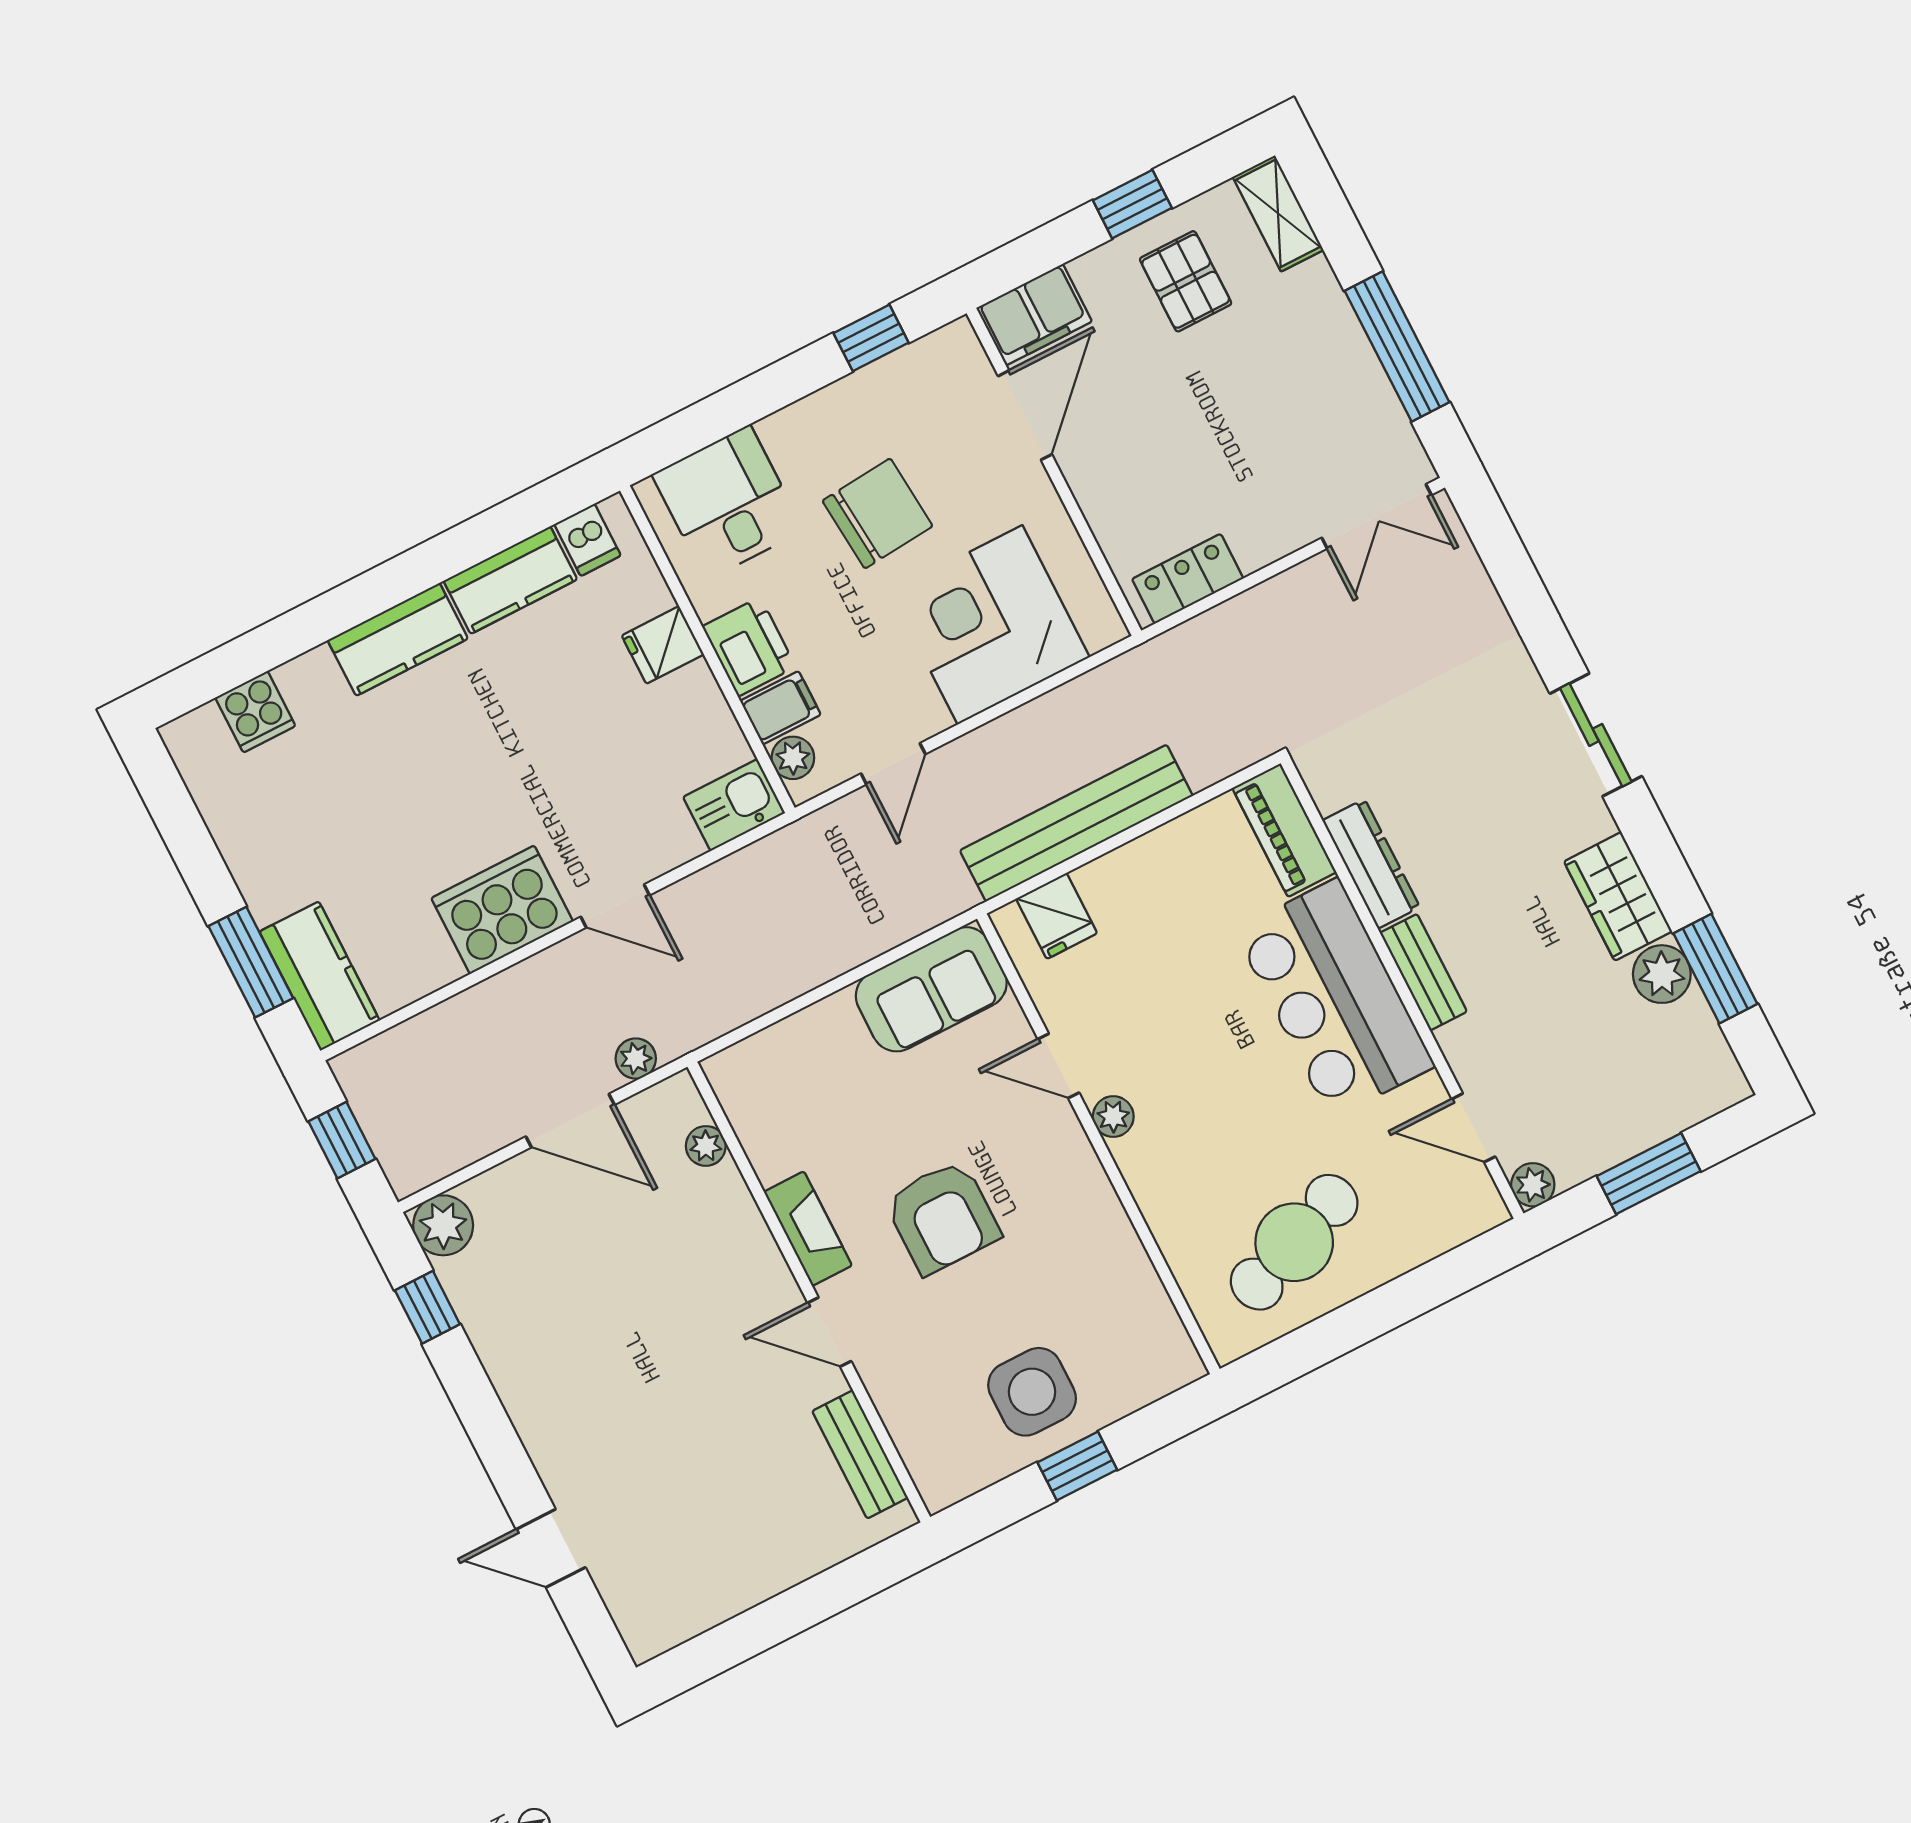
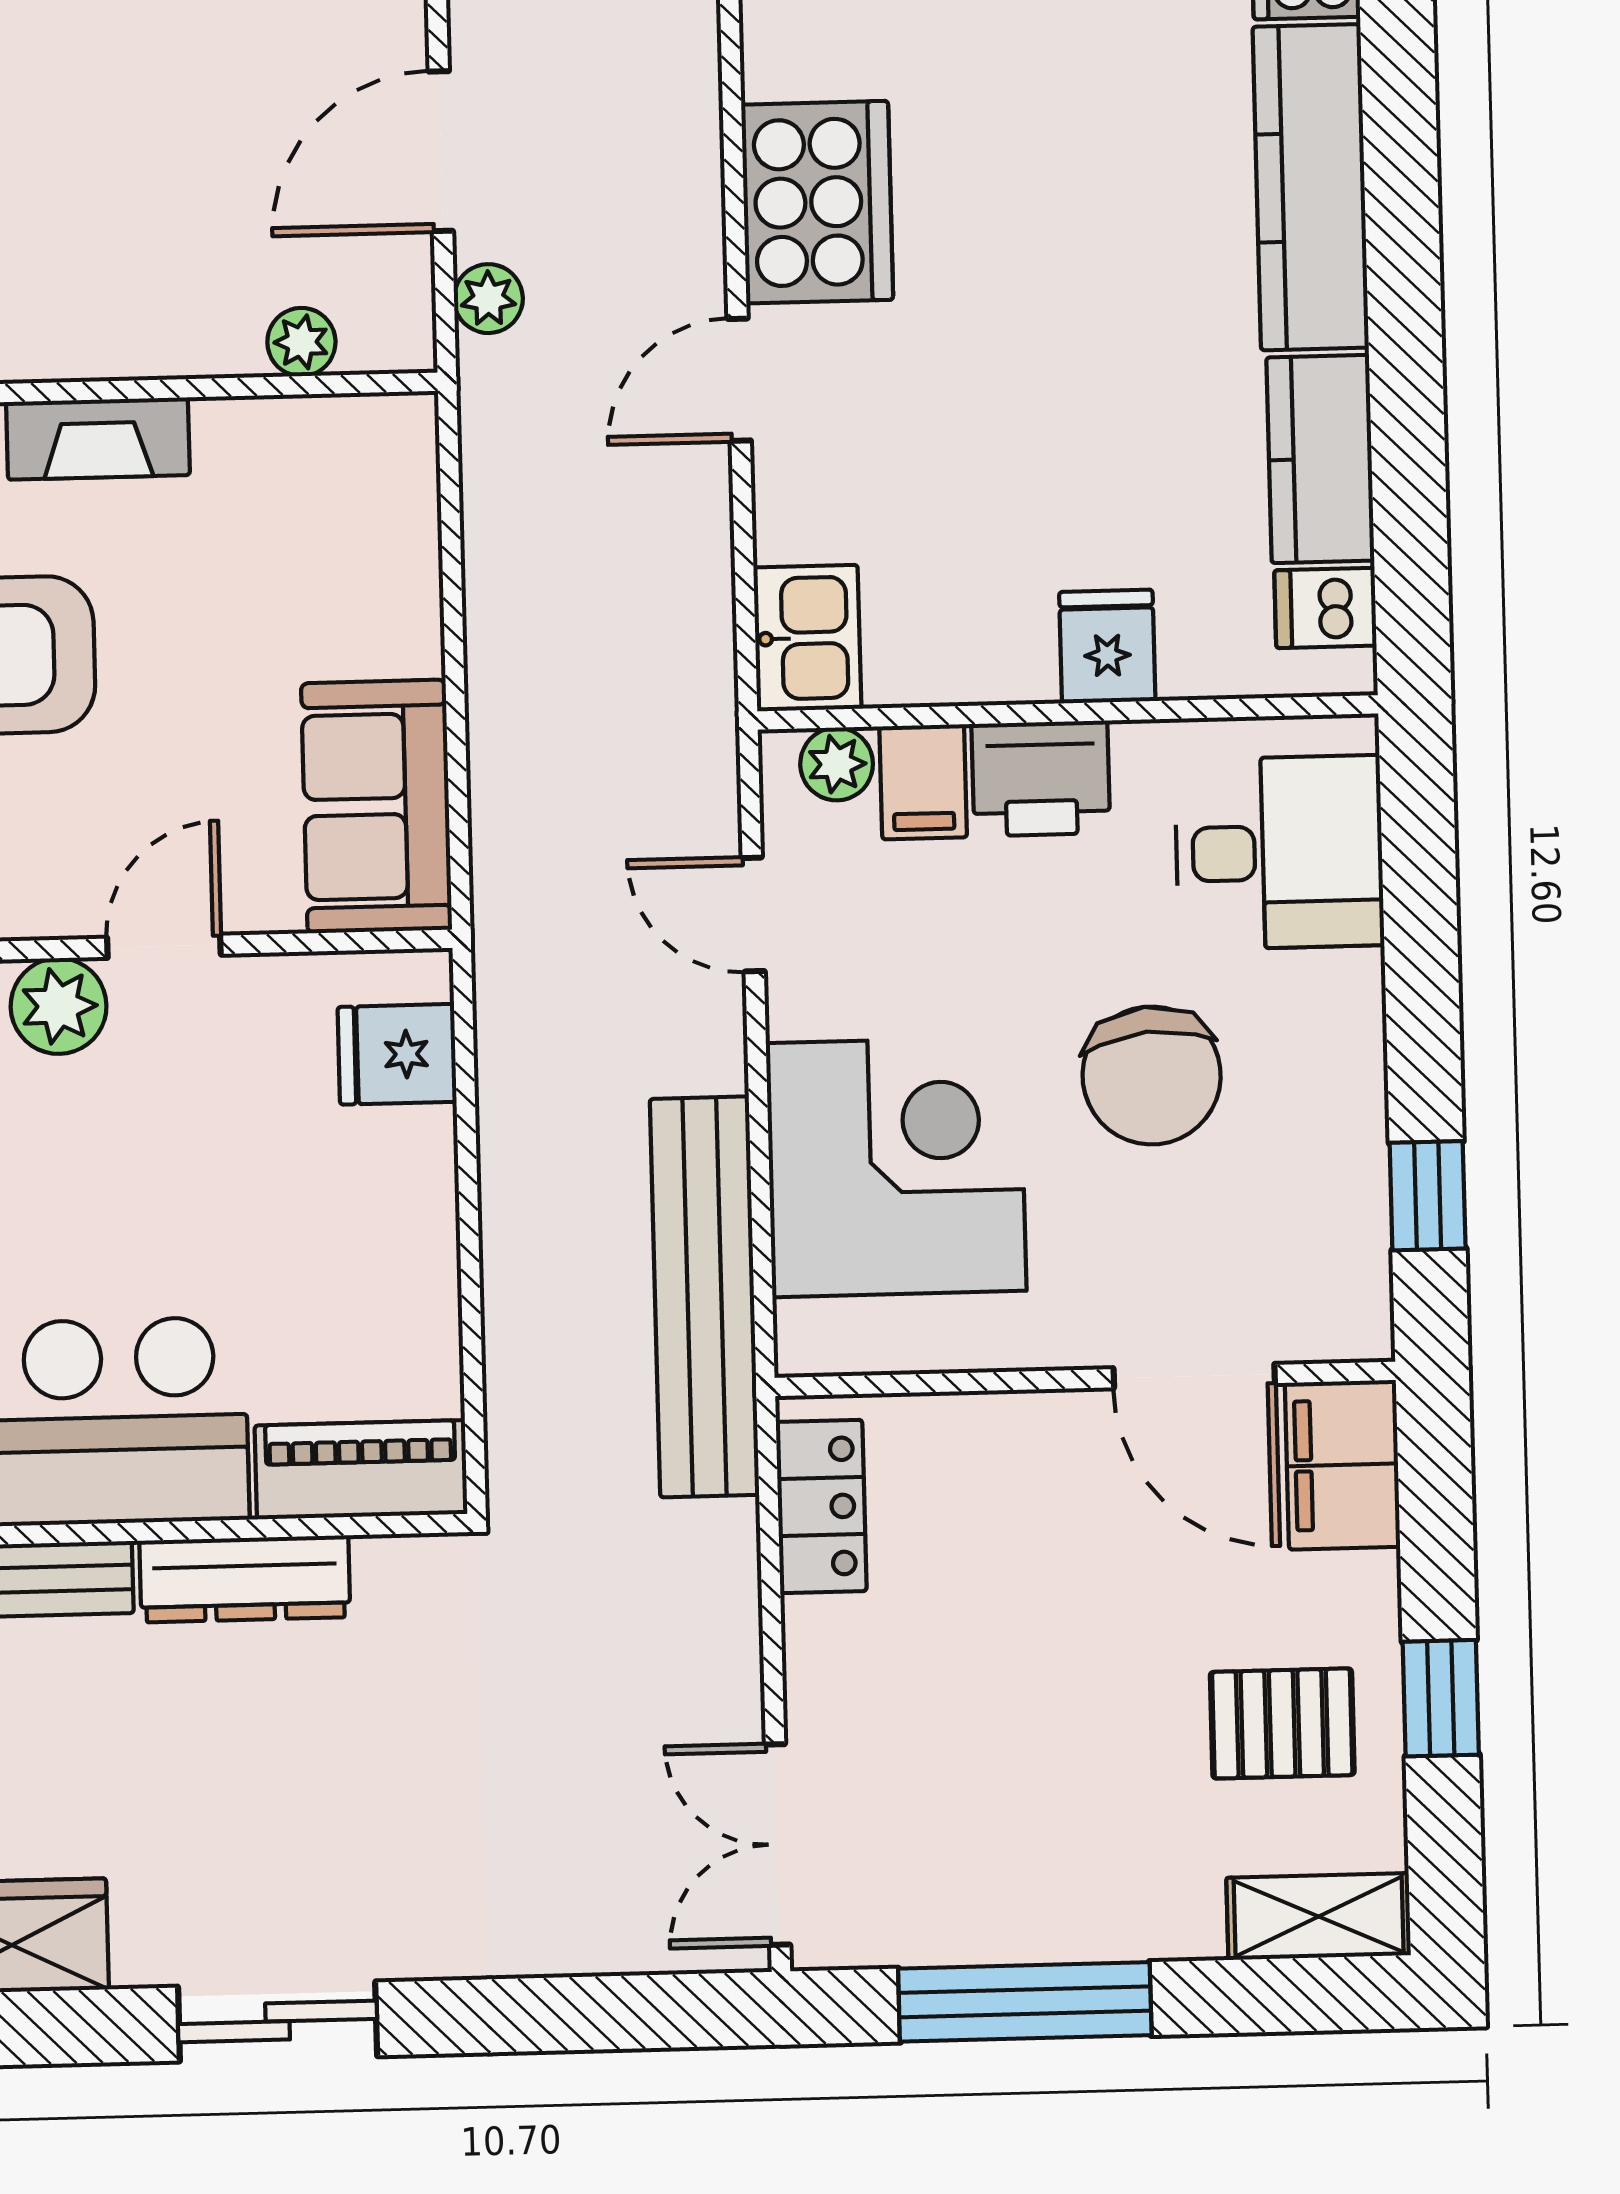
kitchen counter: (398, 639) -> (1311, 187), width x1.50
bench: (1076, 823) -> (705, 1297), moved
plant: (1113, 1117) -> (59, 1006), width x1.38, depth x1.38

